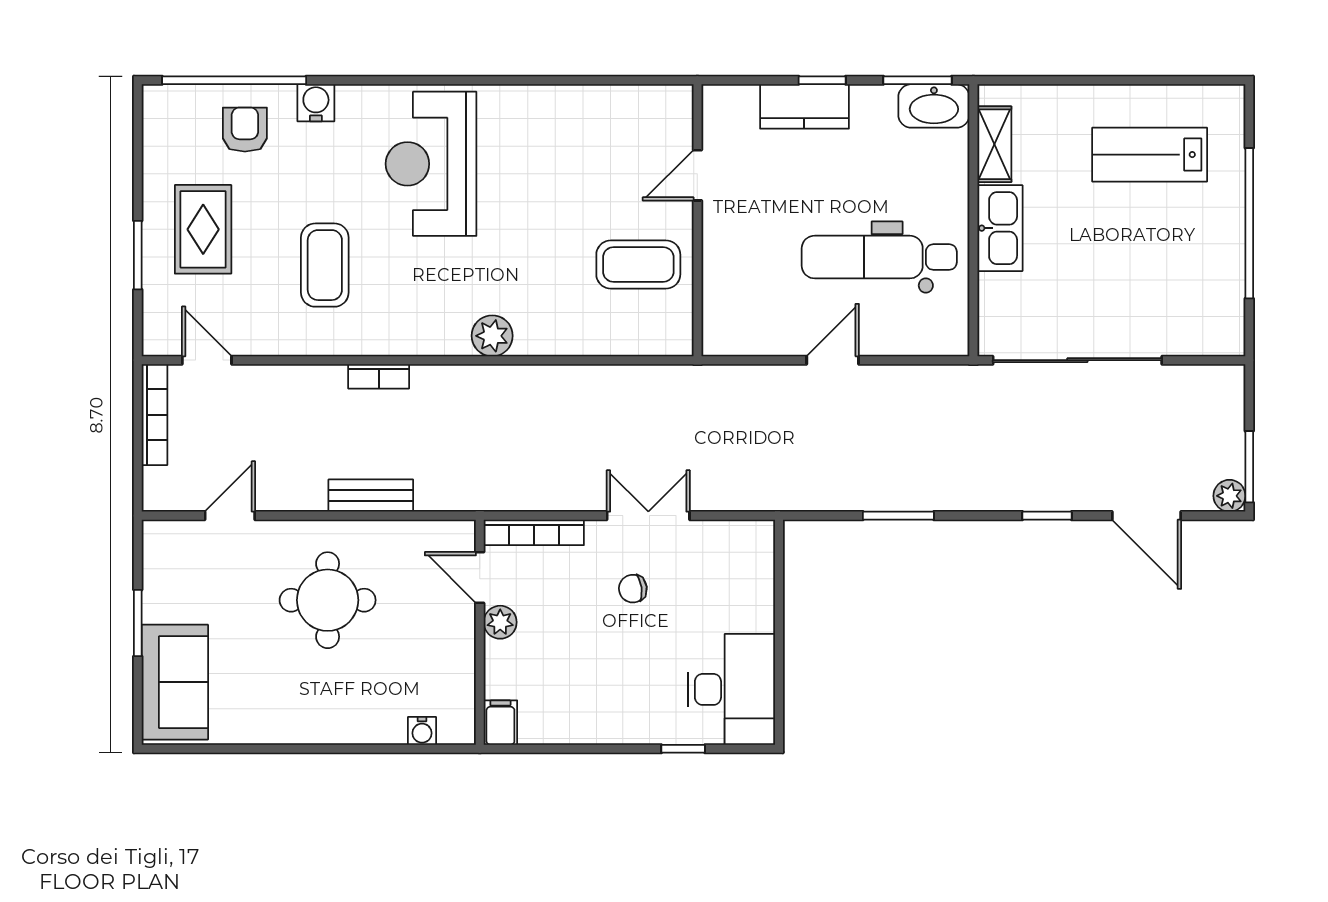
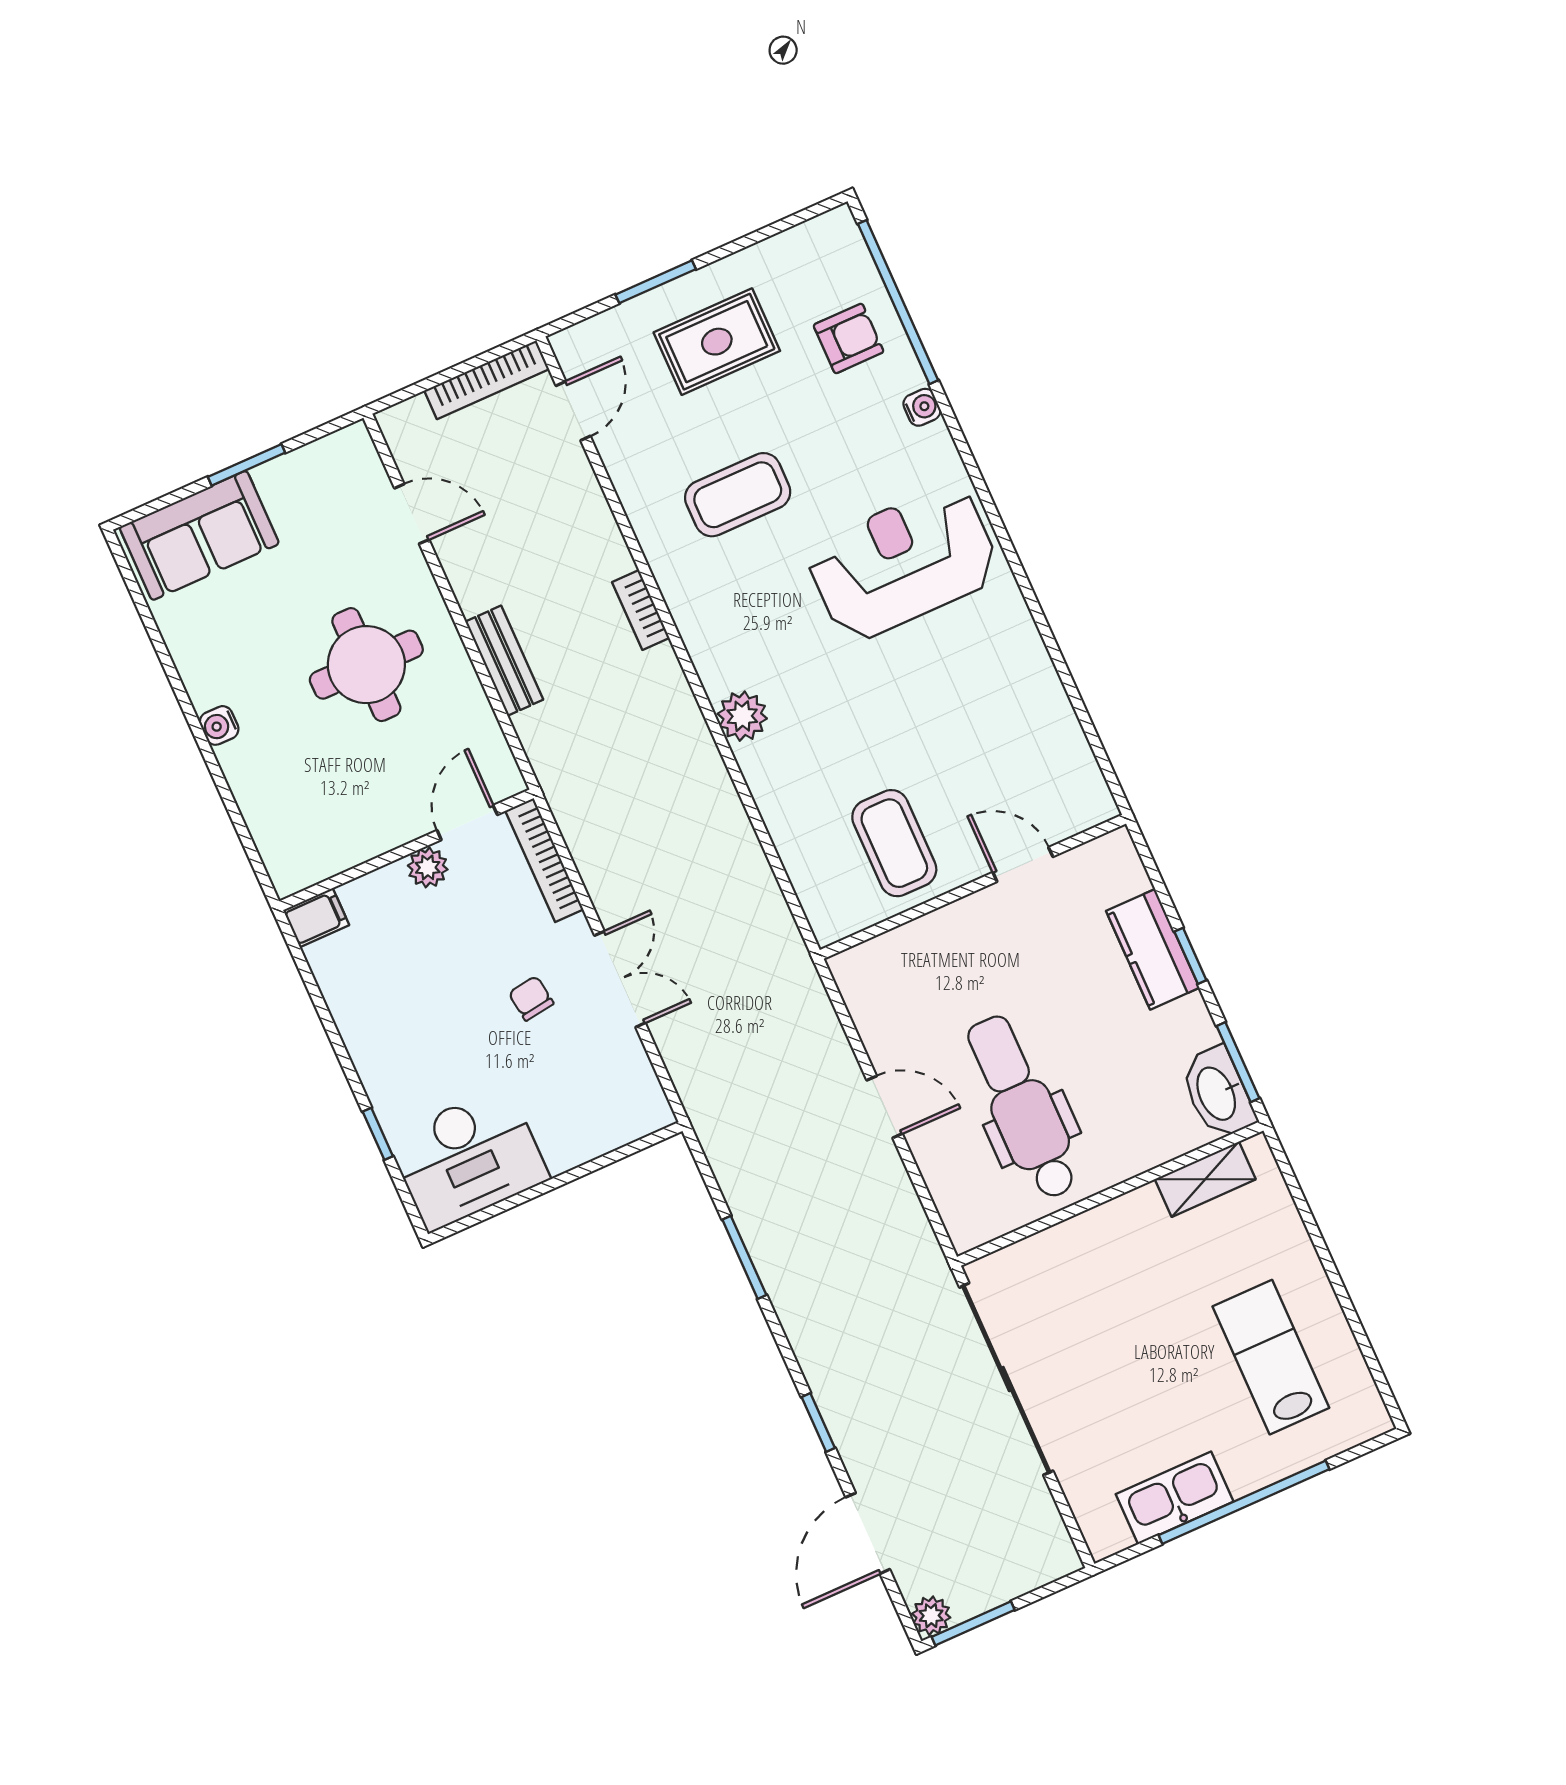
water cooler: (316, 103) -> (922, 407), width x0.72, depth x0.72
kitchen sink: (1000, 228) -> (1175, 1498), moved, turned 180
water cooler: (422, 731) -> (219, 725), moved

